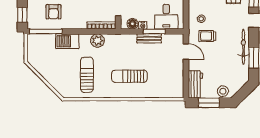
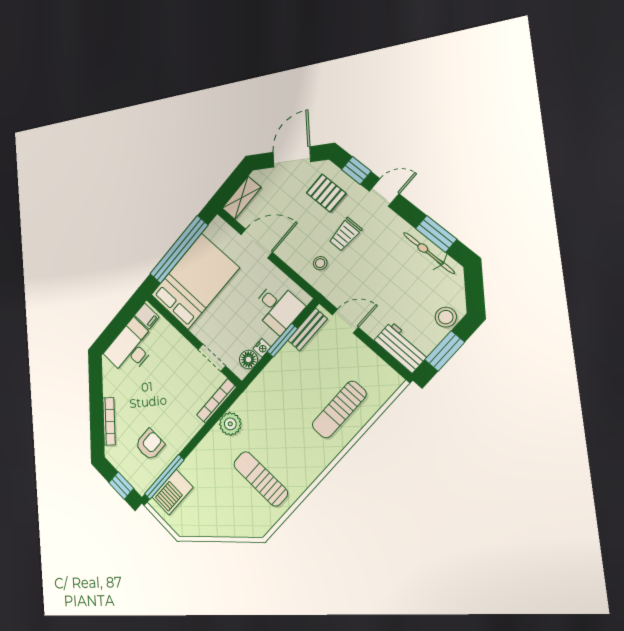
armchair: (53, 12) -> (150, 445), turned -90
trolley: (207, 36) -> (345, 234), moved
bench: (149, 38) -> (307, 329), moved
barbecue: (67, 41) -> (173, 492), moved
bicycle: (243, 47) -> (429, 253), moved
sun lounger: (129, 76) -> (339, 410), moved

